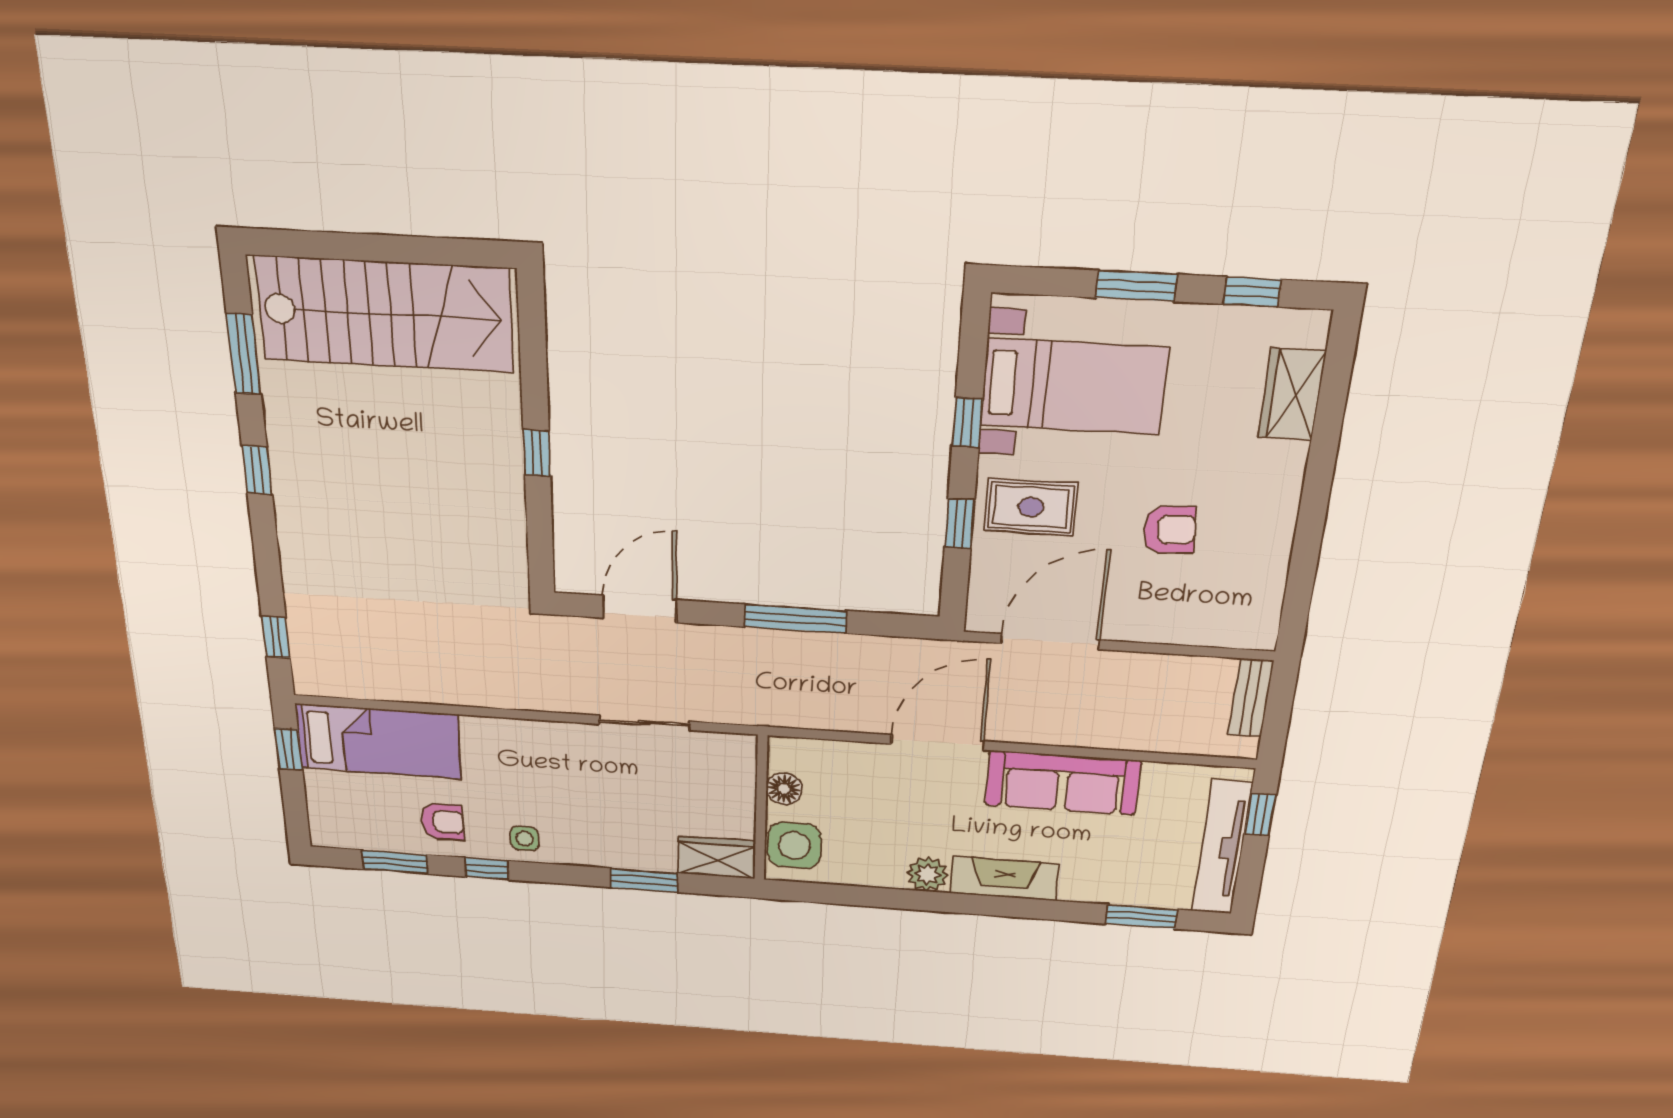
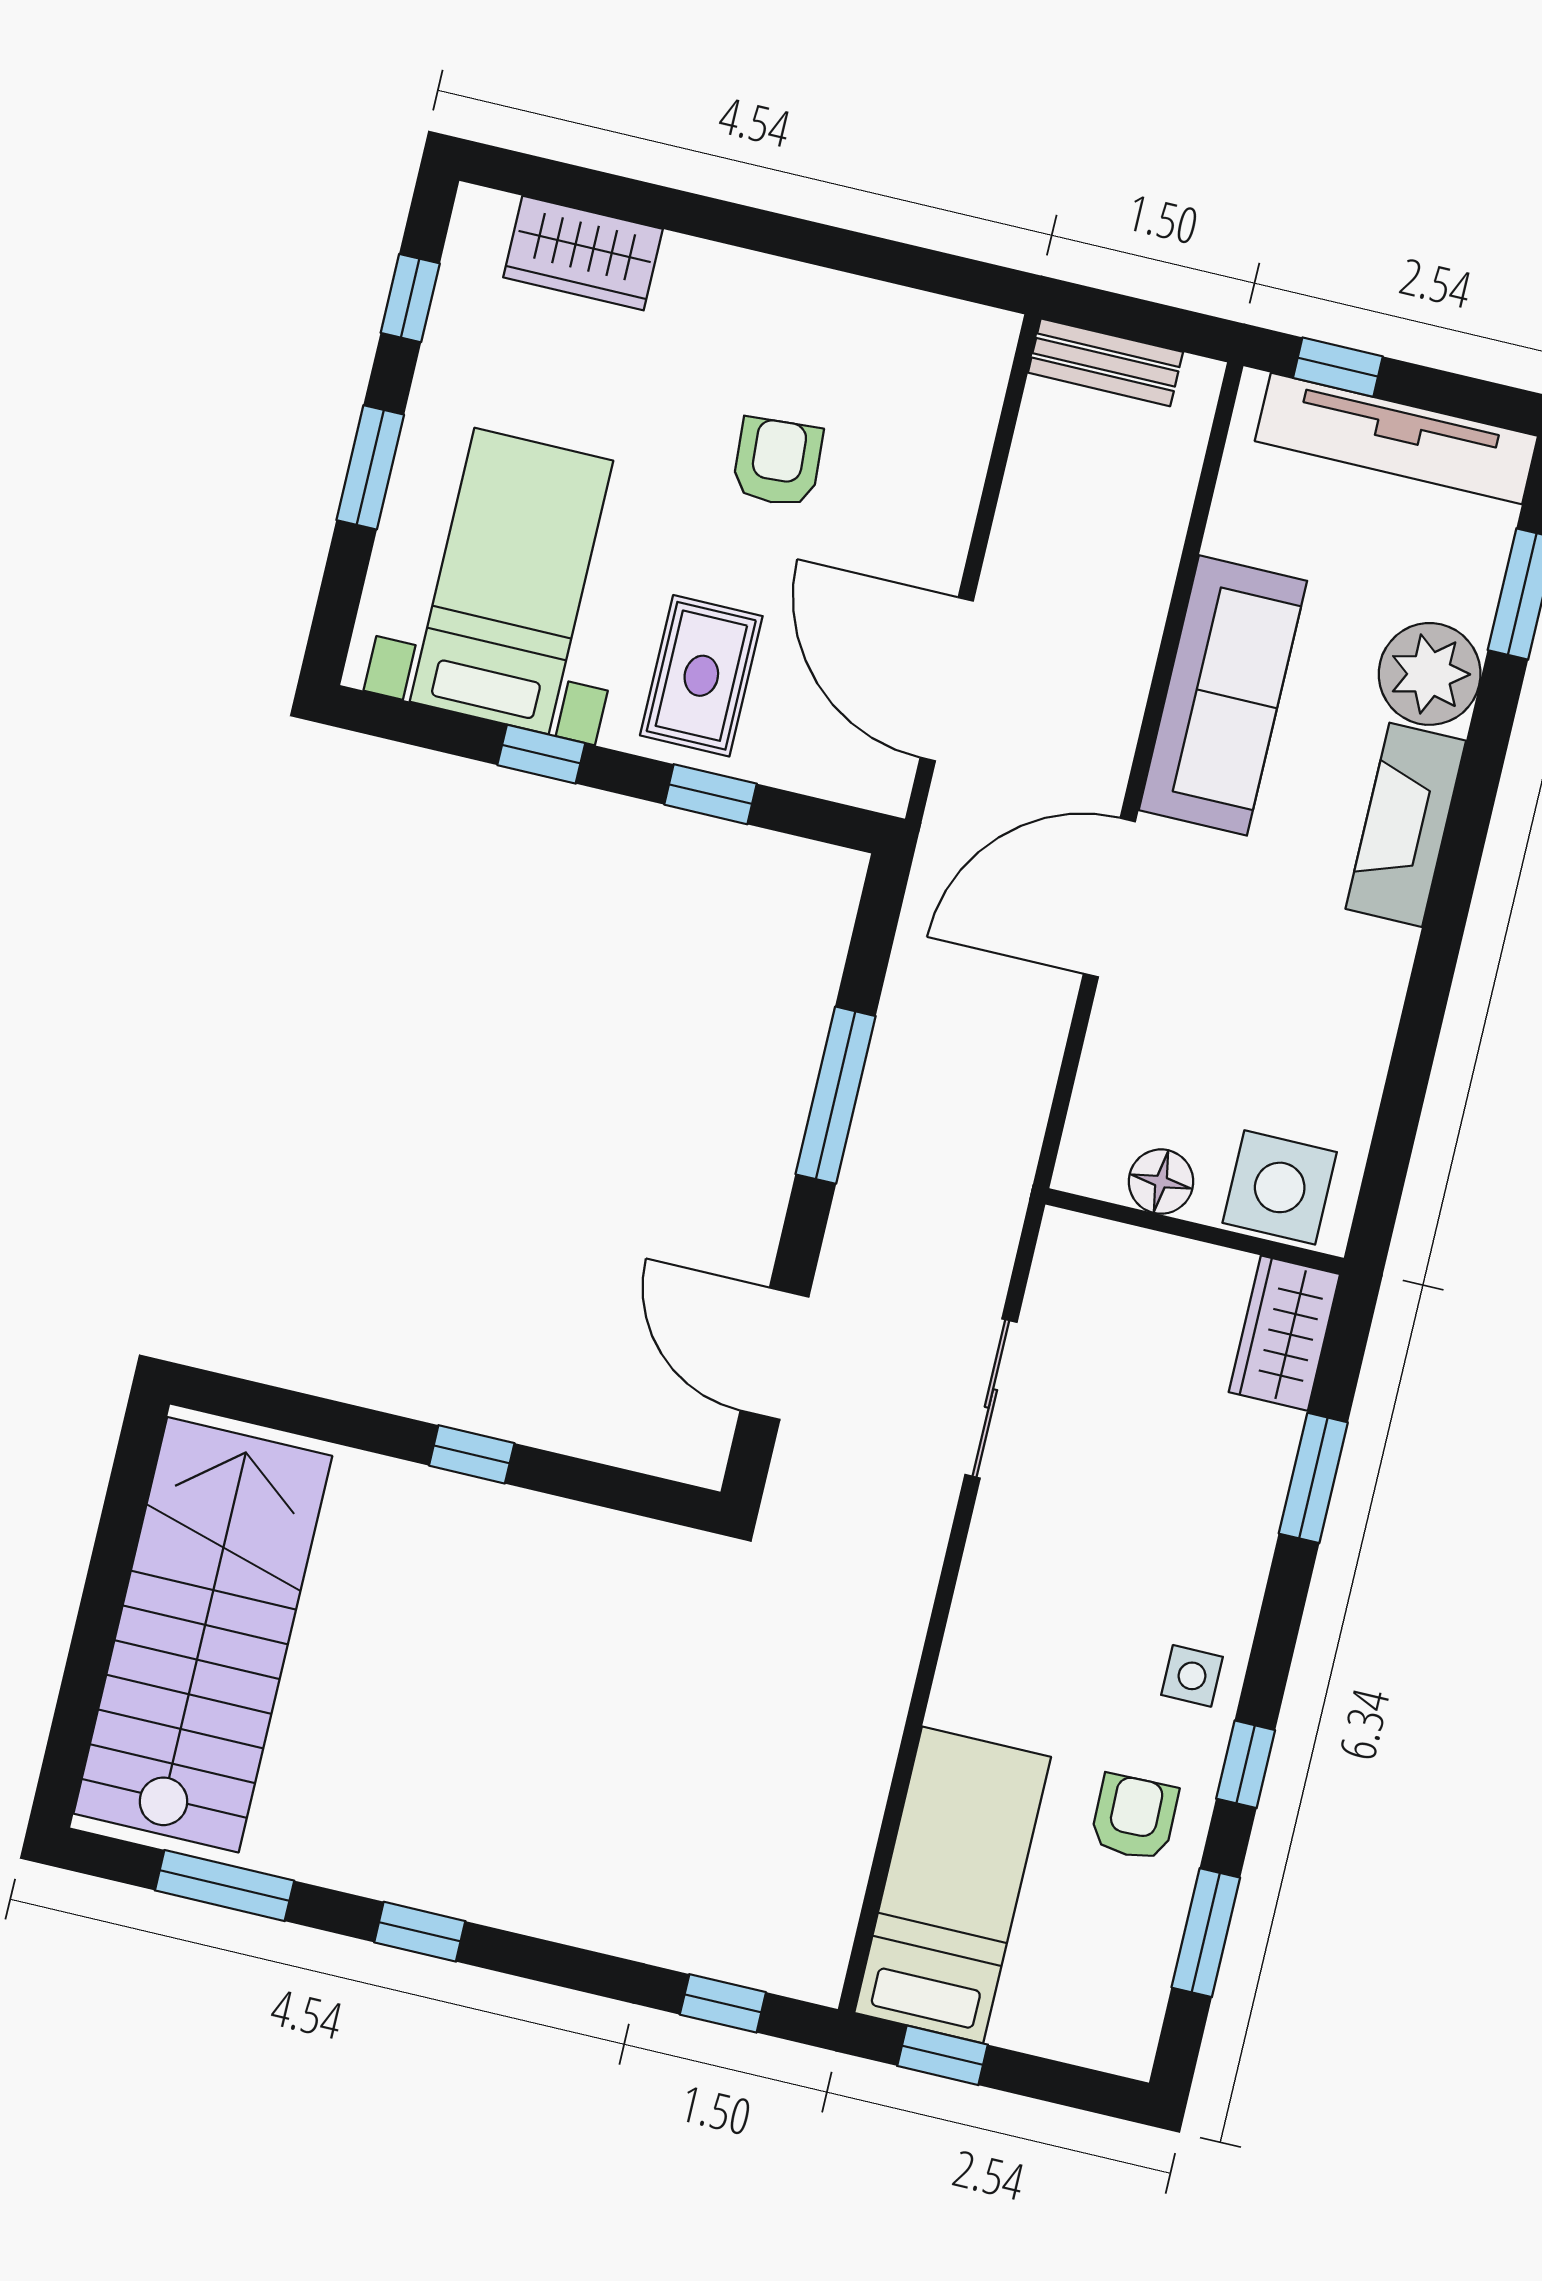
door: (937, 742) -> (1109, 898), hinge flipped
plant: (928, 874) -> (1430, 674), moved, width x1.36, depth x1.36

